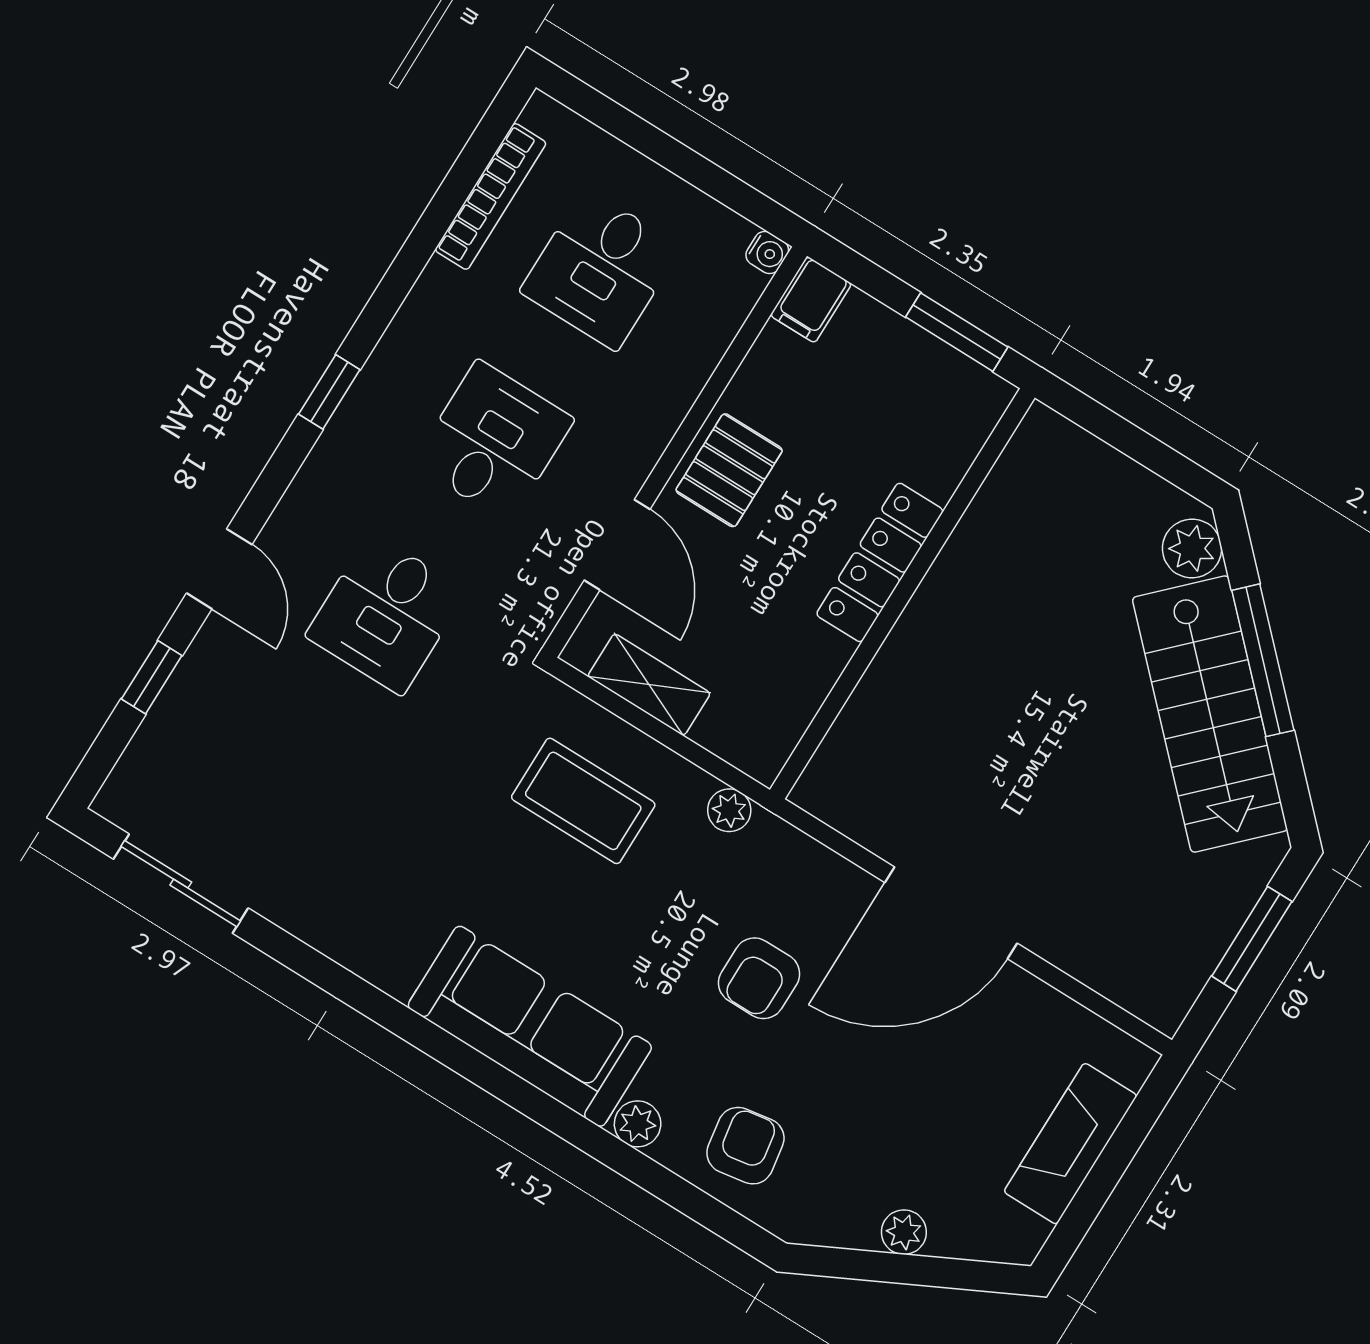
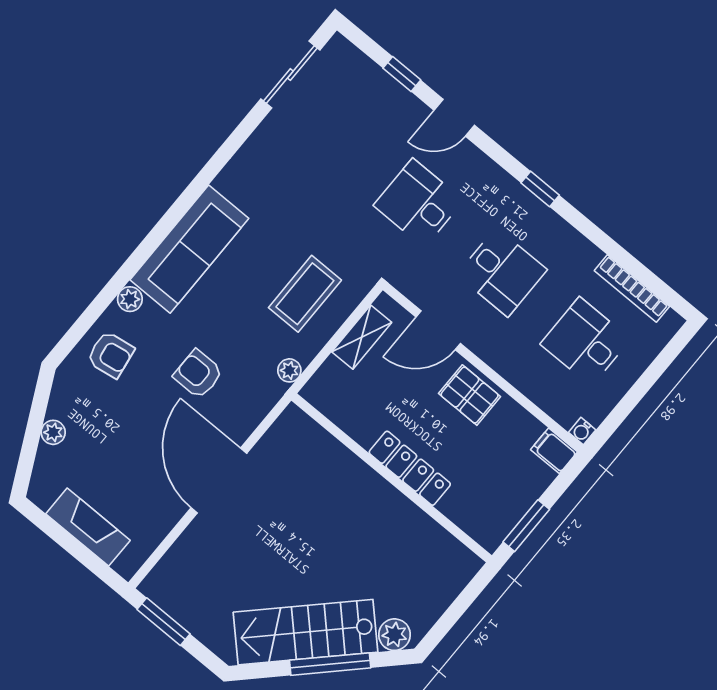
window: (1252, 939) -> (164, 622), moved

